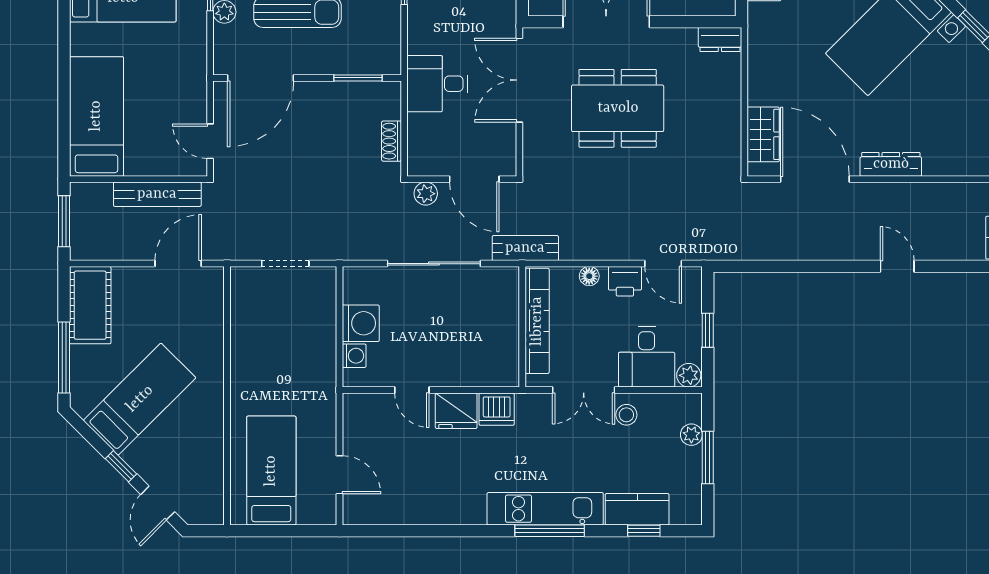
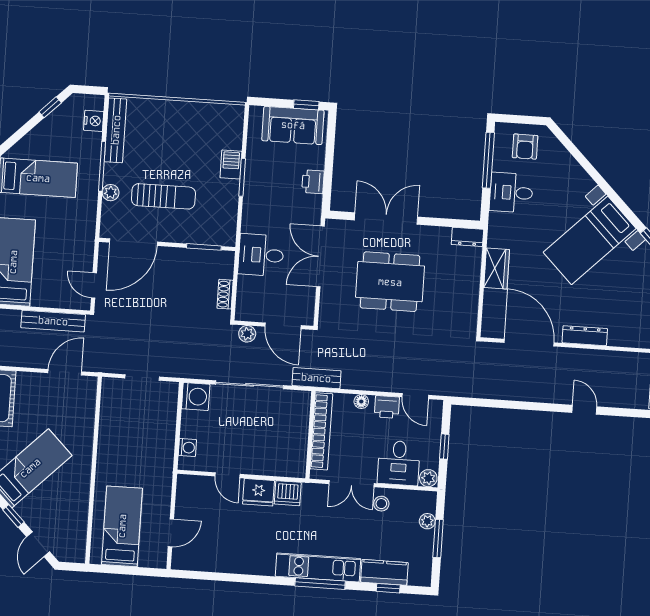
wardrobe: (763, 134) -> (497, 269), moved
washing machine: (361, 323) -> (196, 397), moved
door: (339, 475) -> (171, 533), hinge flipped

